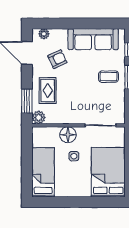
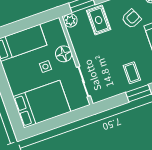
armchair: (57, 59) -> (131, 19), turned -89
rug: (48, 91) -> (99, 20), turned 90

